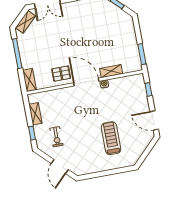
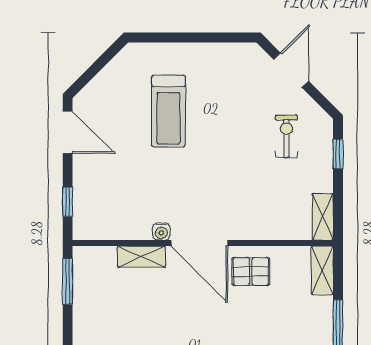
shelving: (35, 114) -> (323, 217), moved

